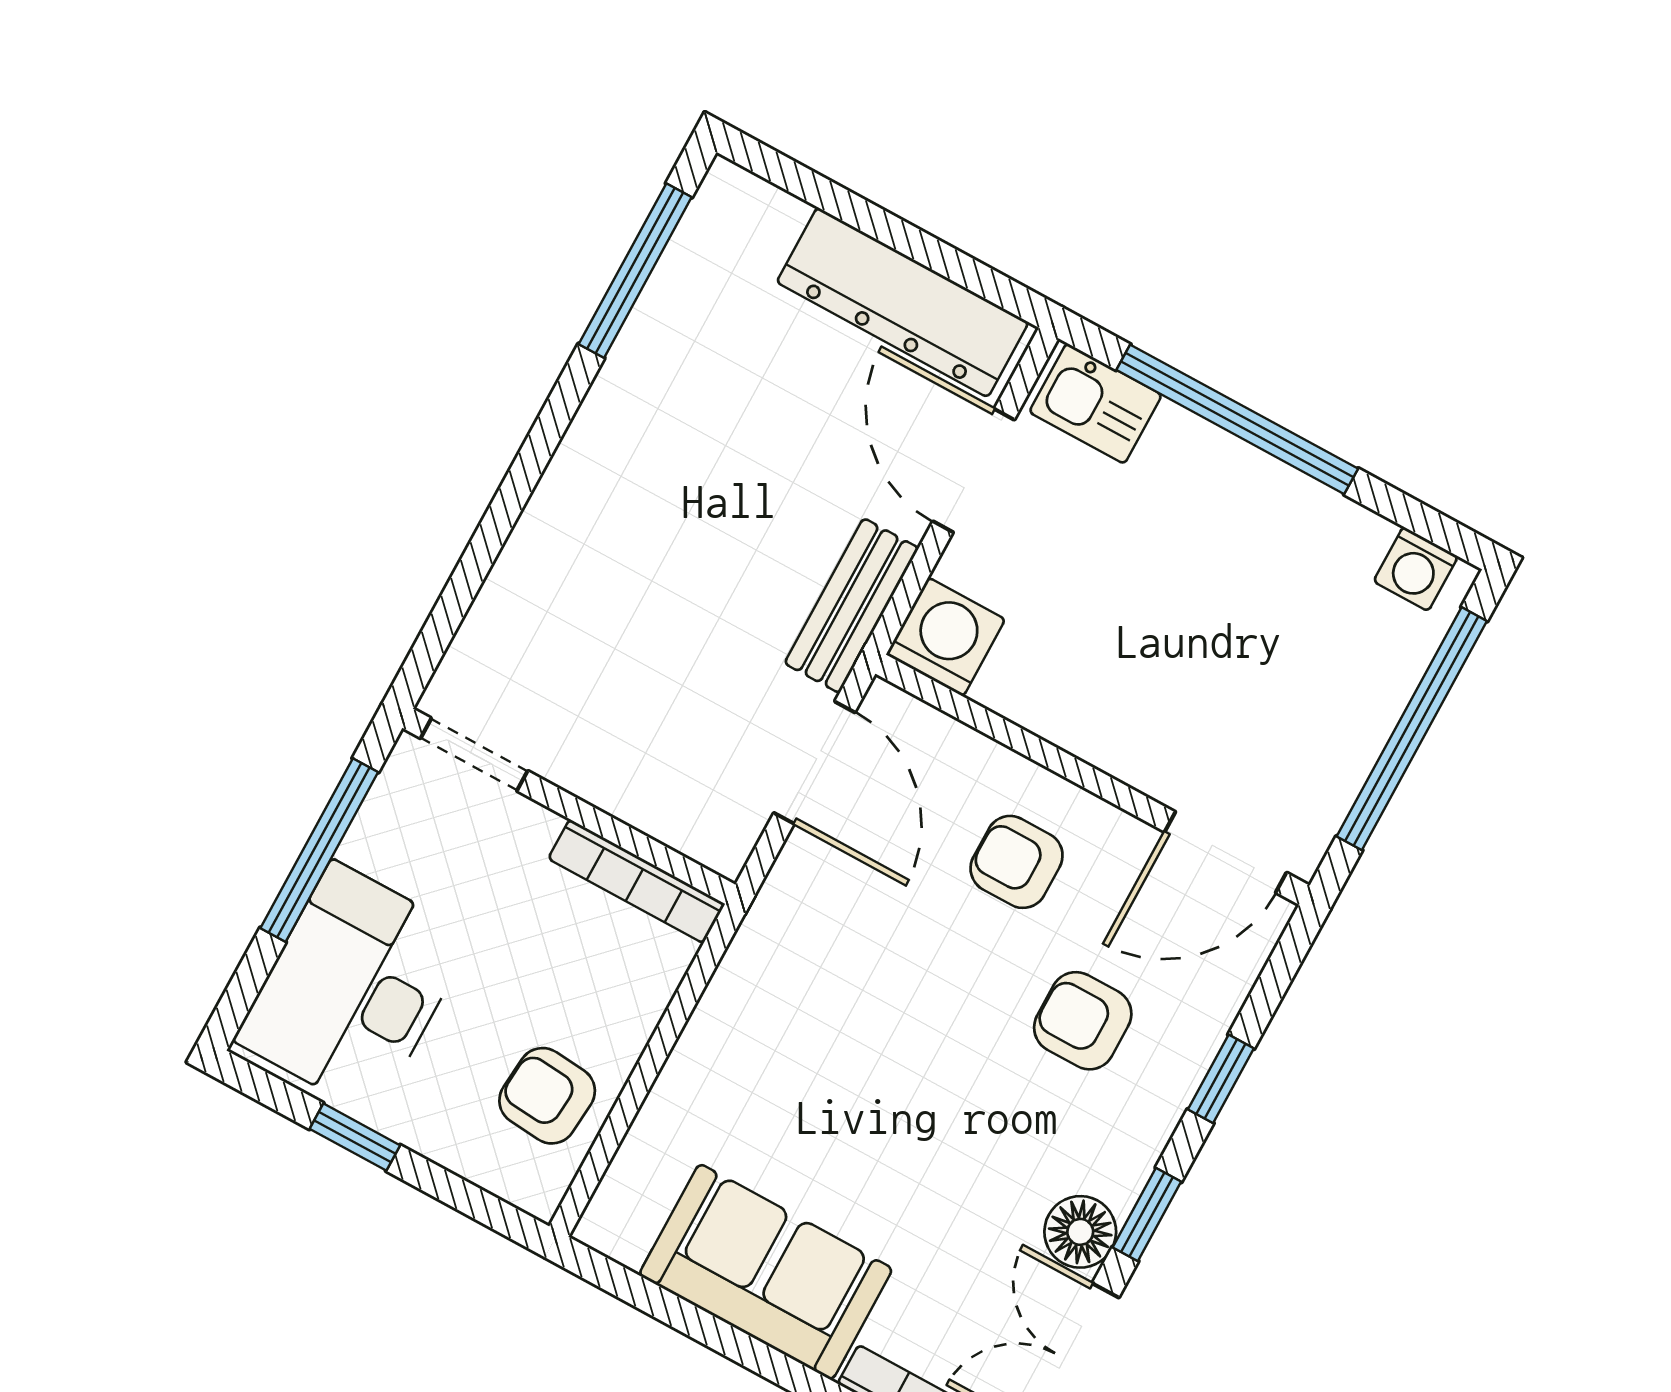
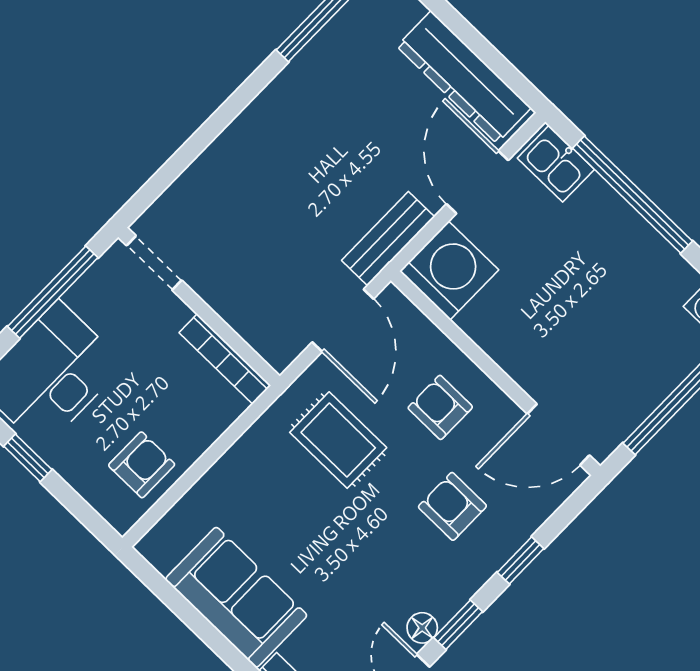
washing machine: (946, 637) -> (449, 271), width x1.37, depth x1.37
rug: (862, 963) -> (338, 440), added
armchair: (547, 1096) -> (142, 465), turned 85
floor lamp: (1080, 1232) -> (422, 628), width x0.73, depth x0.73

